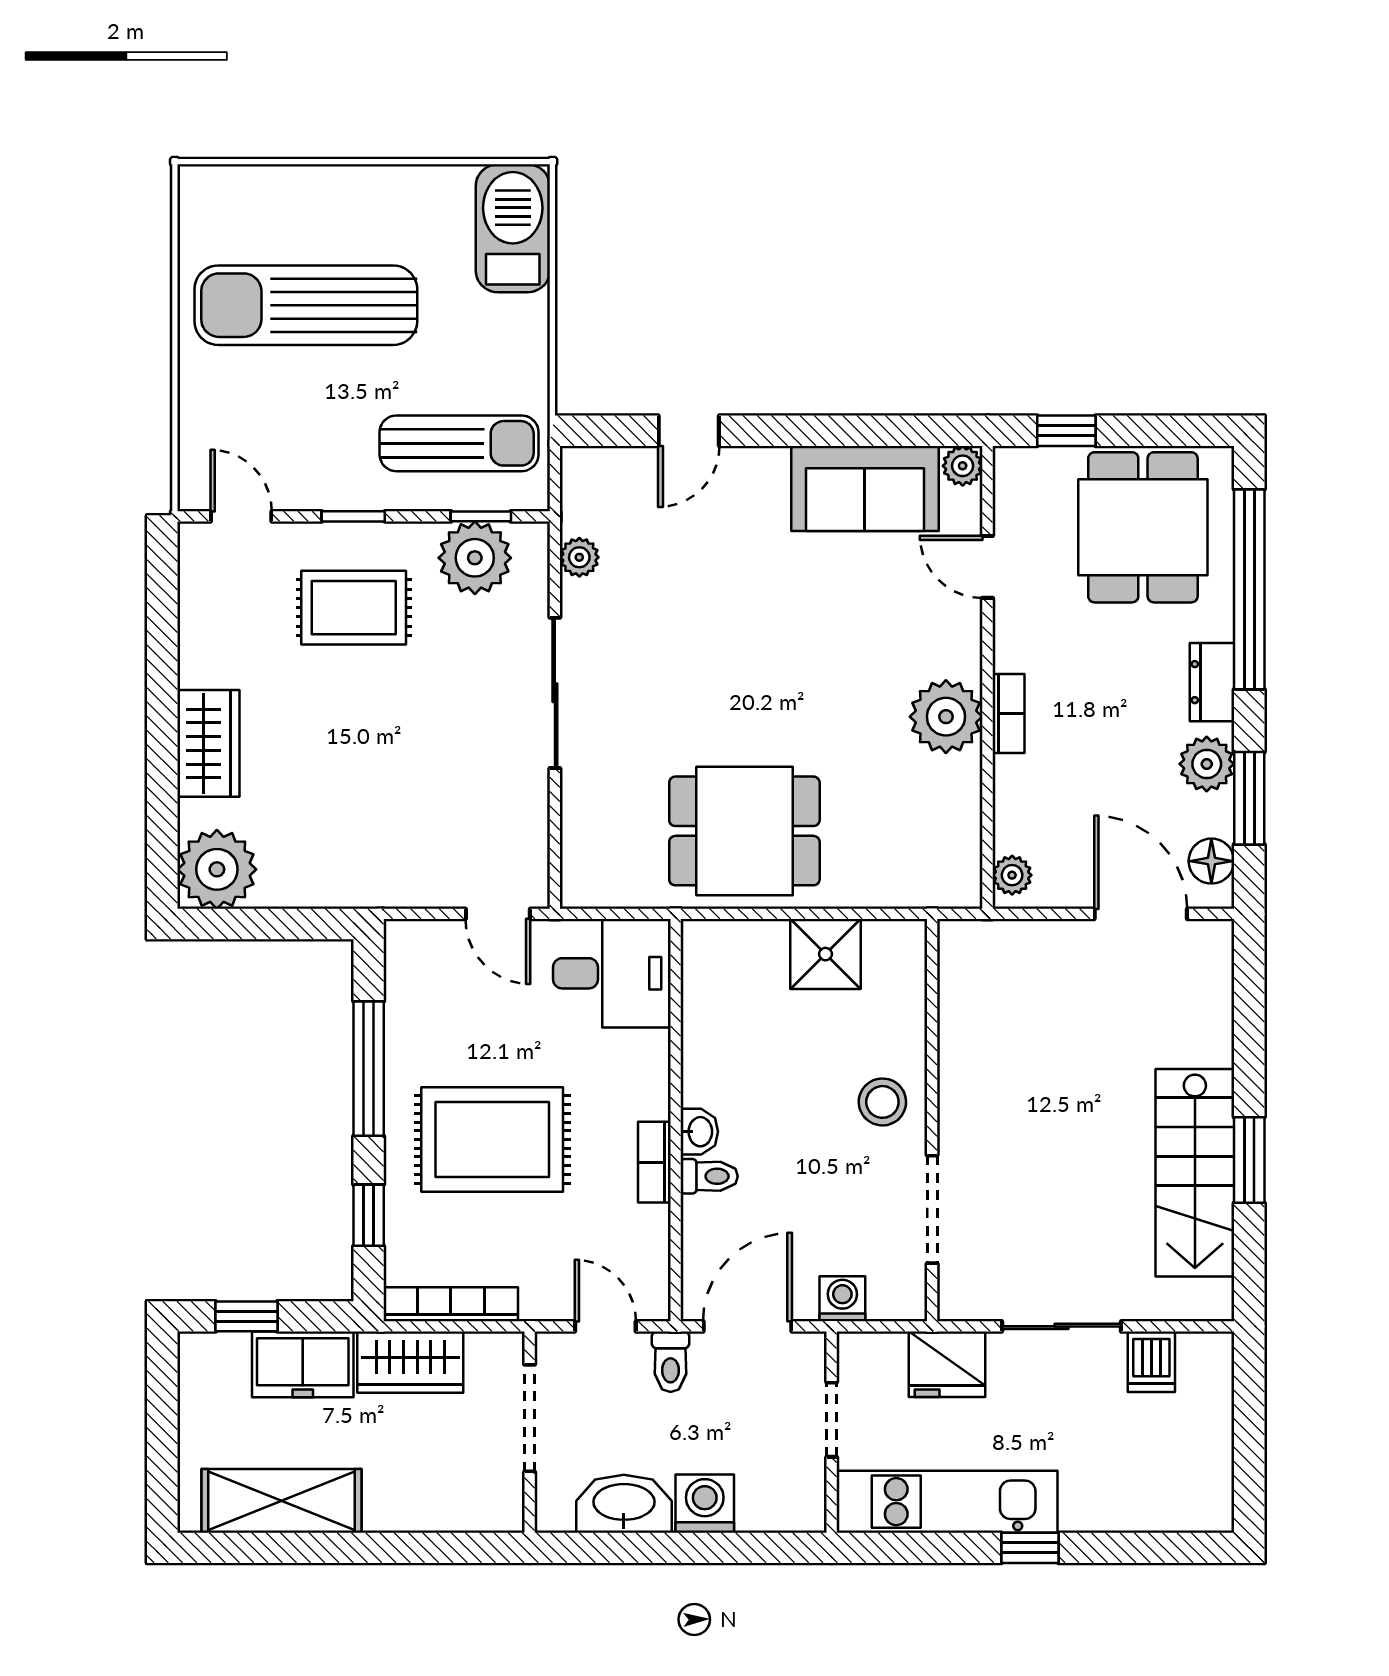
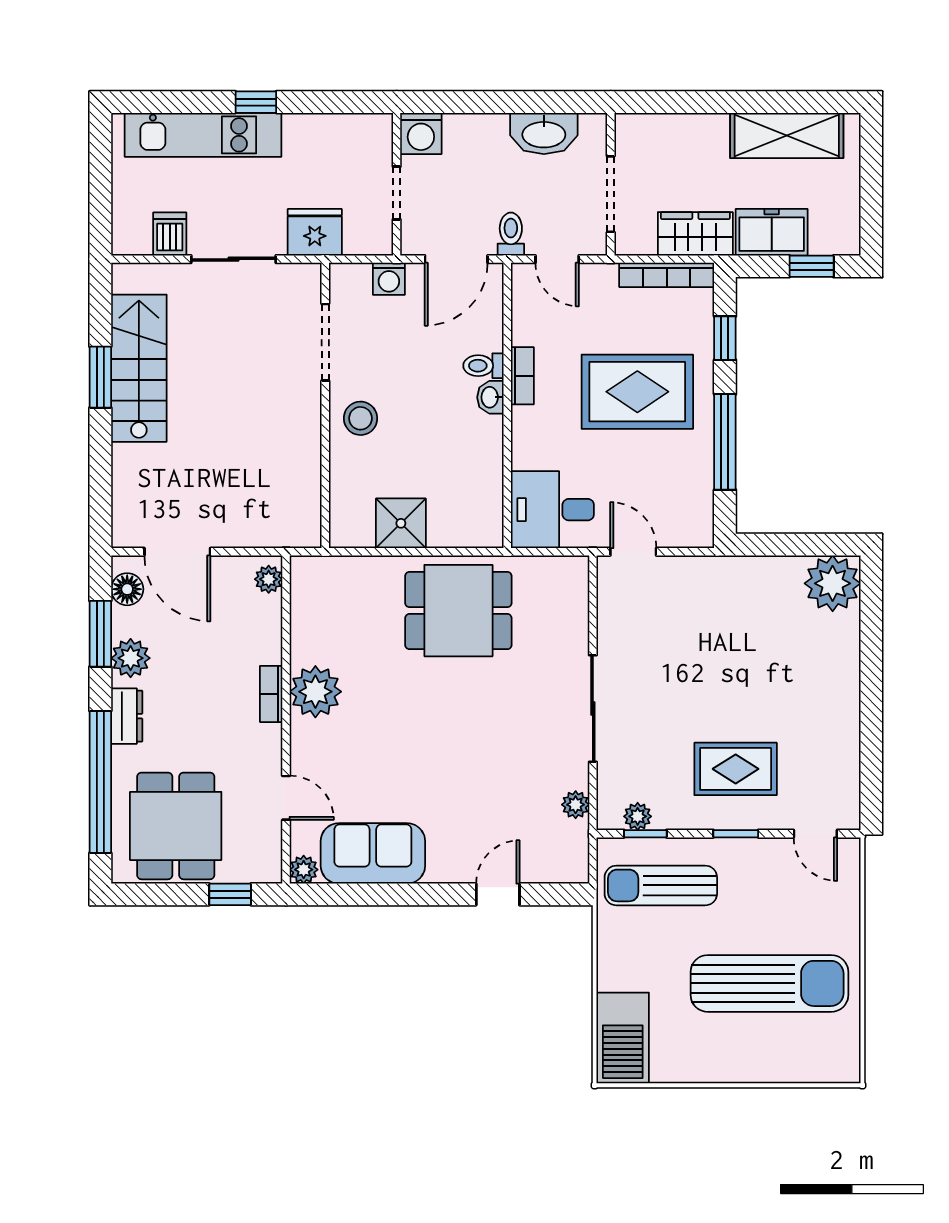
plant: (475, 558) -> (638, 816), width x0.53, depth x0.53
wardrobe: (208, 743) -> (839, 673), removed
kitchen unit: (947, 1502) -> (203, 135), moved
washing machine: (705, 1504) -> (421, 134), moved

